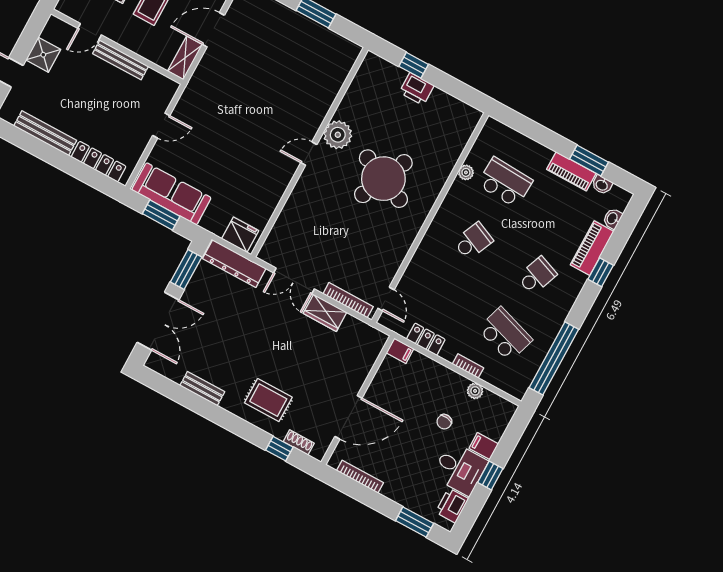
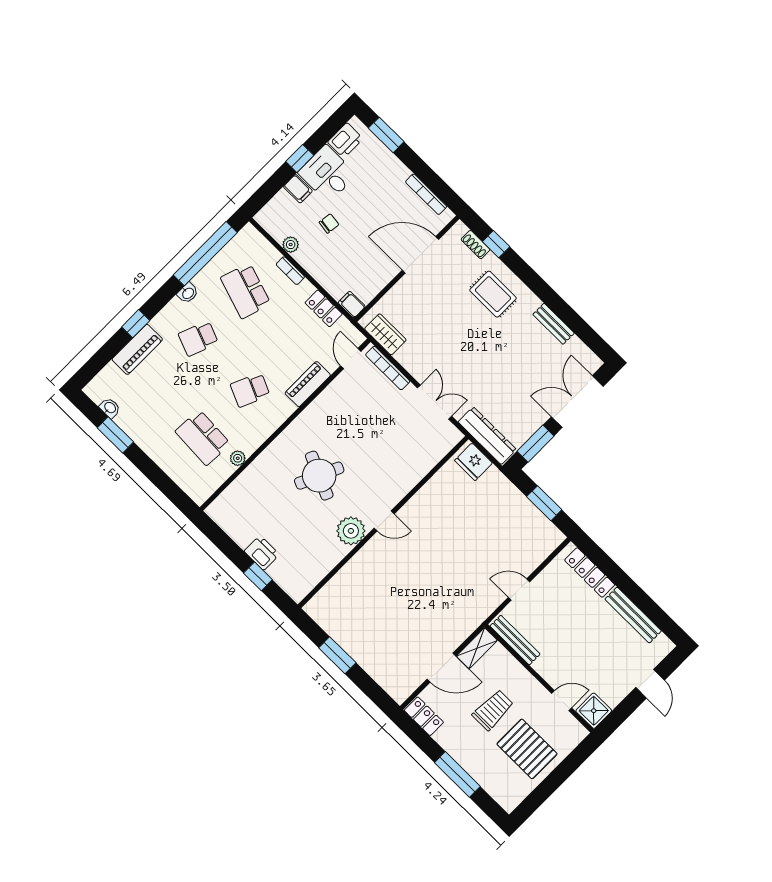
shower: (43, 55) -> (594, 711), moved
bench: (121, 60) -> (515, 640), moved
piano: (571, 171) -> (308, 384), moved, turned -90
round table: (383, 179) -> (319, 476), width x0.73, depth x0.73
sofa: (171, 194) -> (528, 521), removed
washbasin: (613, 218) -> (188, 293), moved
wardrobe: (325, 313) -> (385, 334), moved

